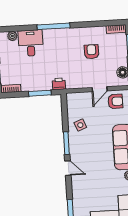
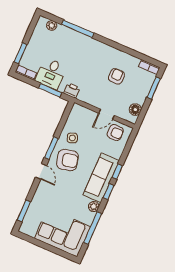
window: (54, 26) -> (78, 29), moved
desk: (31, 43) -> (51, 73), moved, turned 180
armchair: (86, 146) -> (68, 160), added

